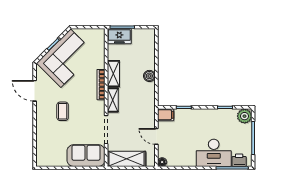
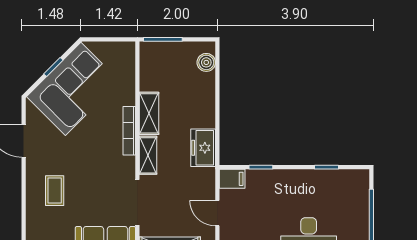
freezer: (119, 36) -> (203, 148), moved, turned 90
boiler: (149, 76) -> (206, 62), moved
coffee table: (63, 111) -> (55, 191), moved
plant: (245, 116) -> (358, 181), removed

